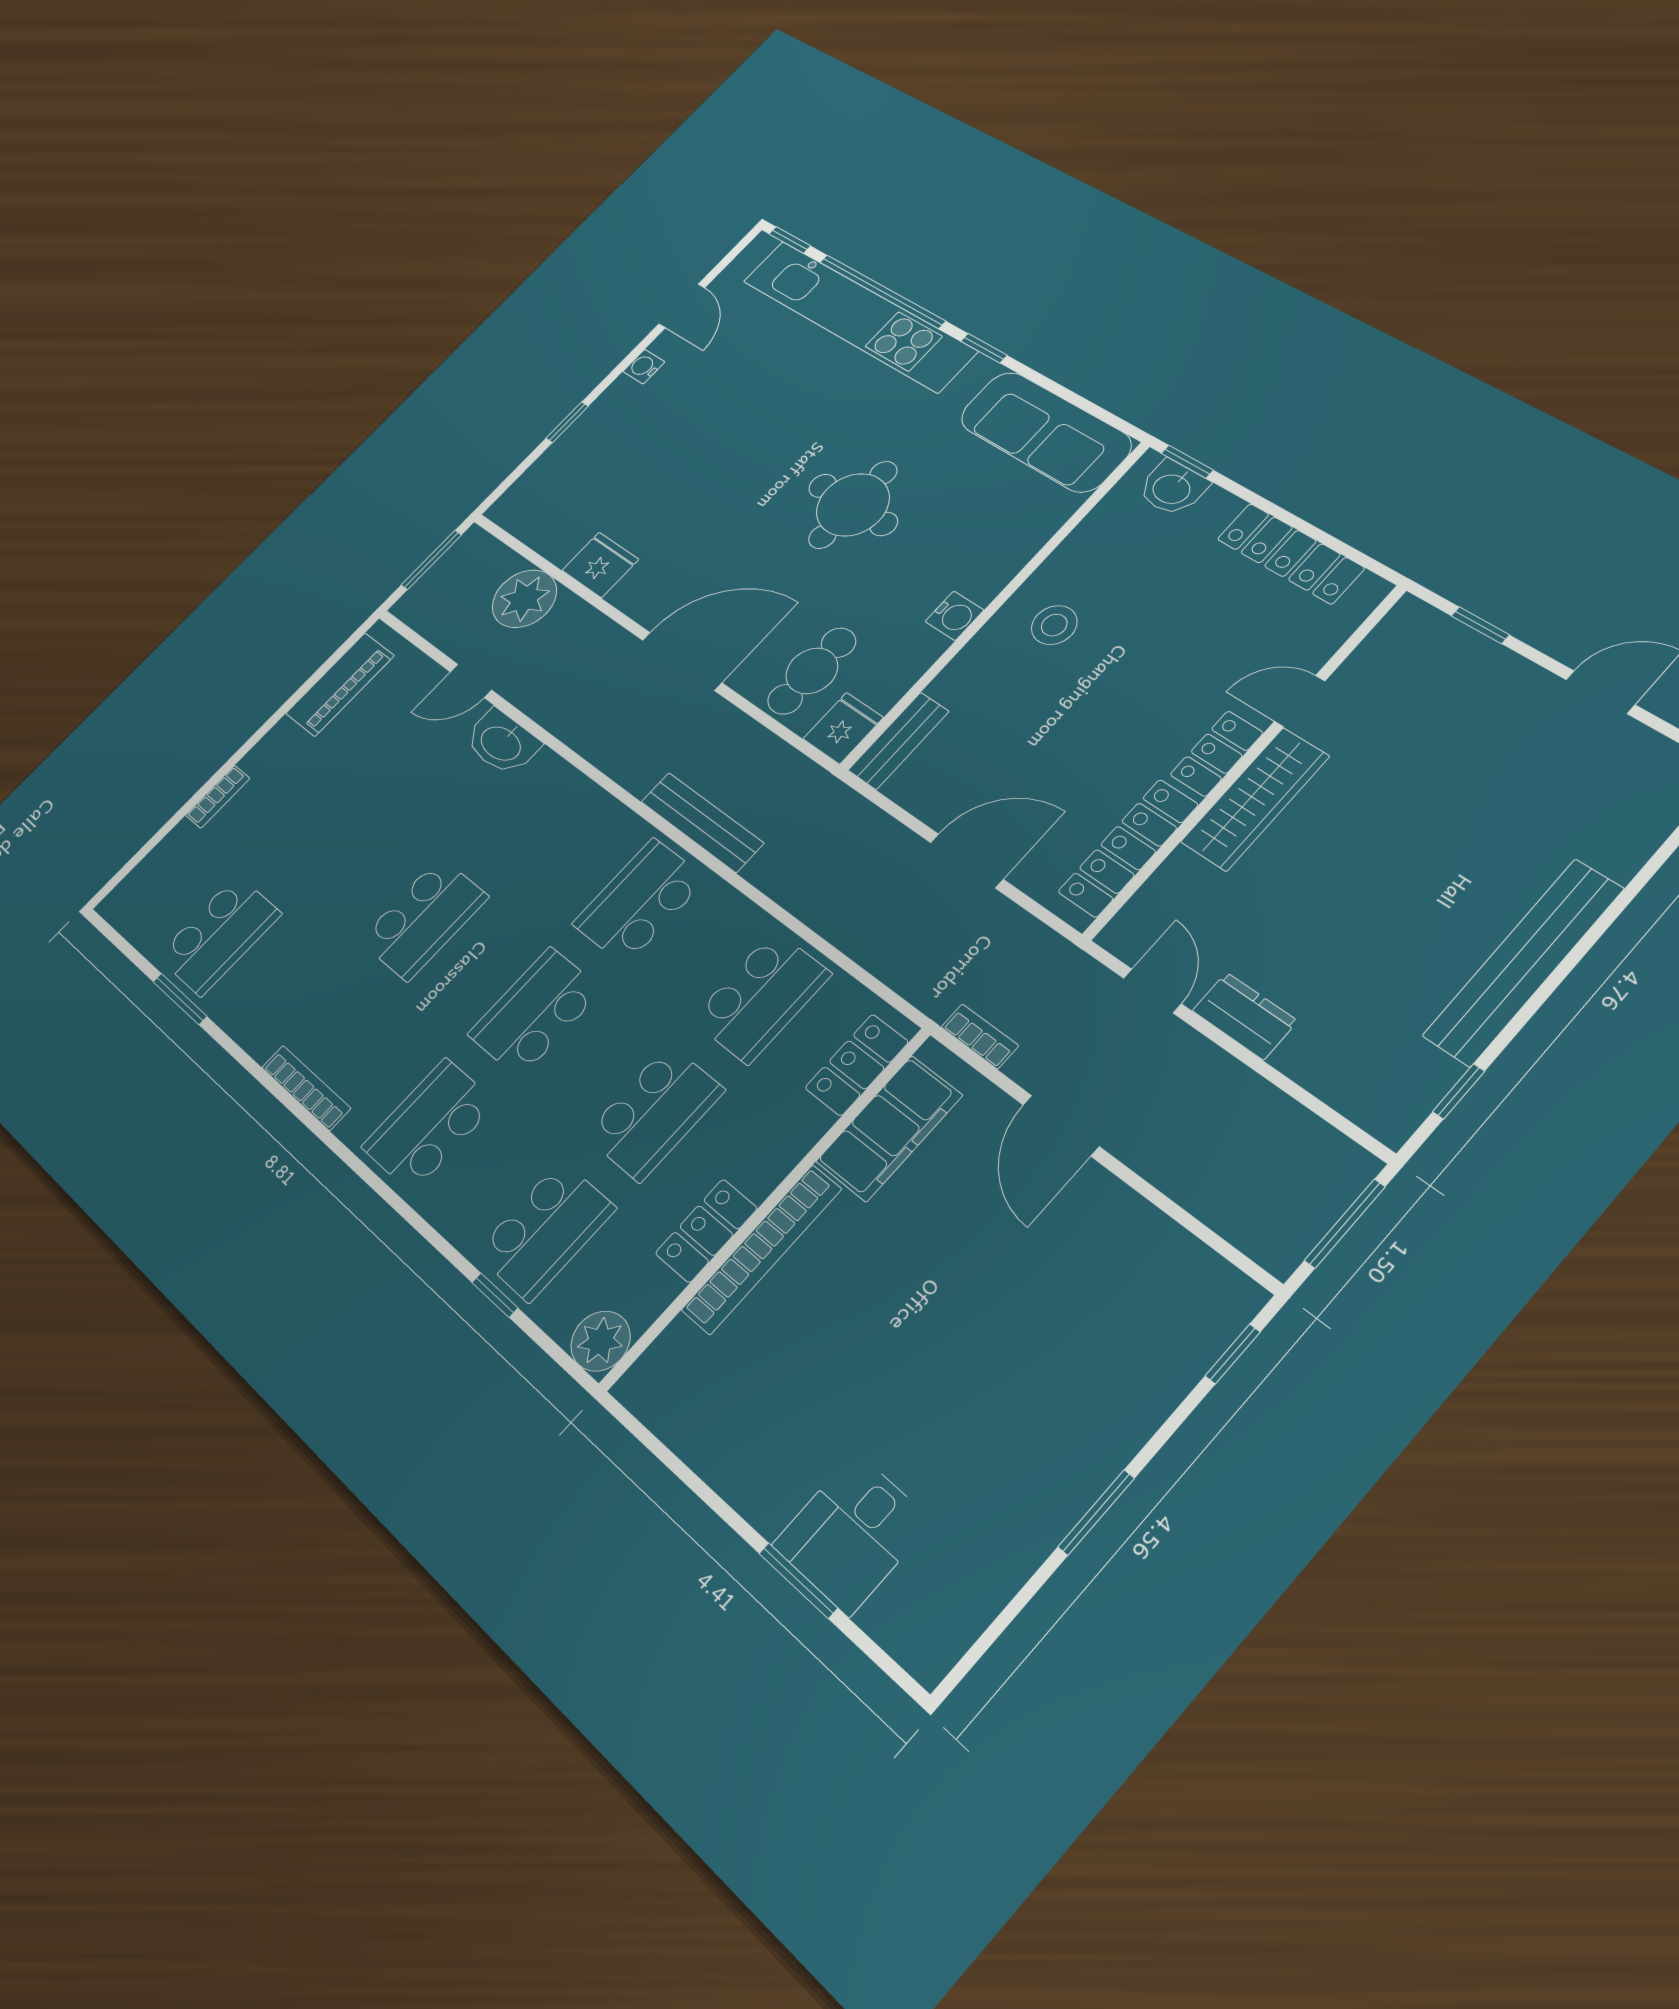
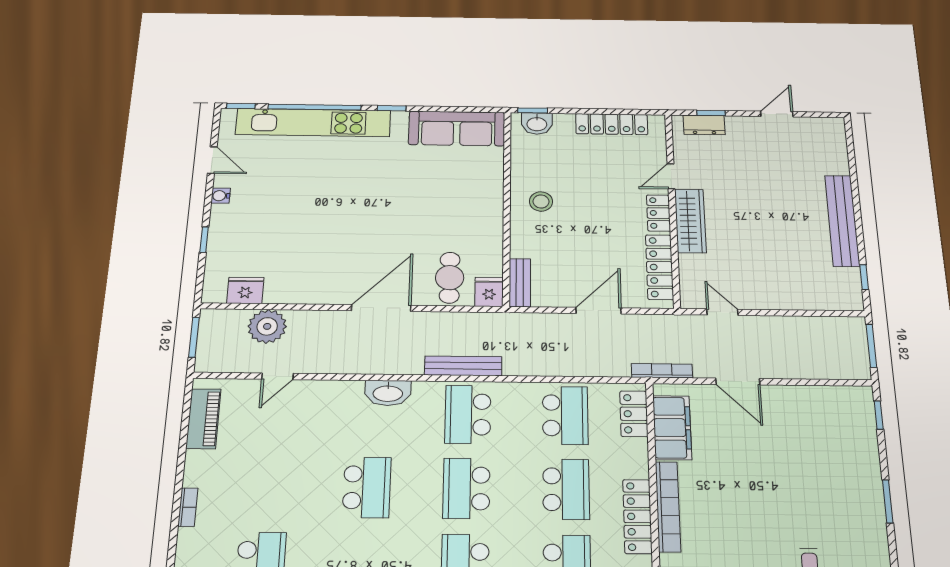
round table: (853, 505) -> (396, 201), removed
fridge: (600, 565) -> (245, 290), moved
water cooler: (954, 616) -> (493, 221), removed
washbasin: (502, 742) -> (388, 393), moved
dresser: (1245, 1016) -> (704, 125), moved, turned 180
bookcase: (980, 1036) -> (662, 371), width x1.56
locker: (706, 1231) -> (637, 516), width x1.53

